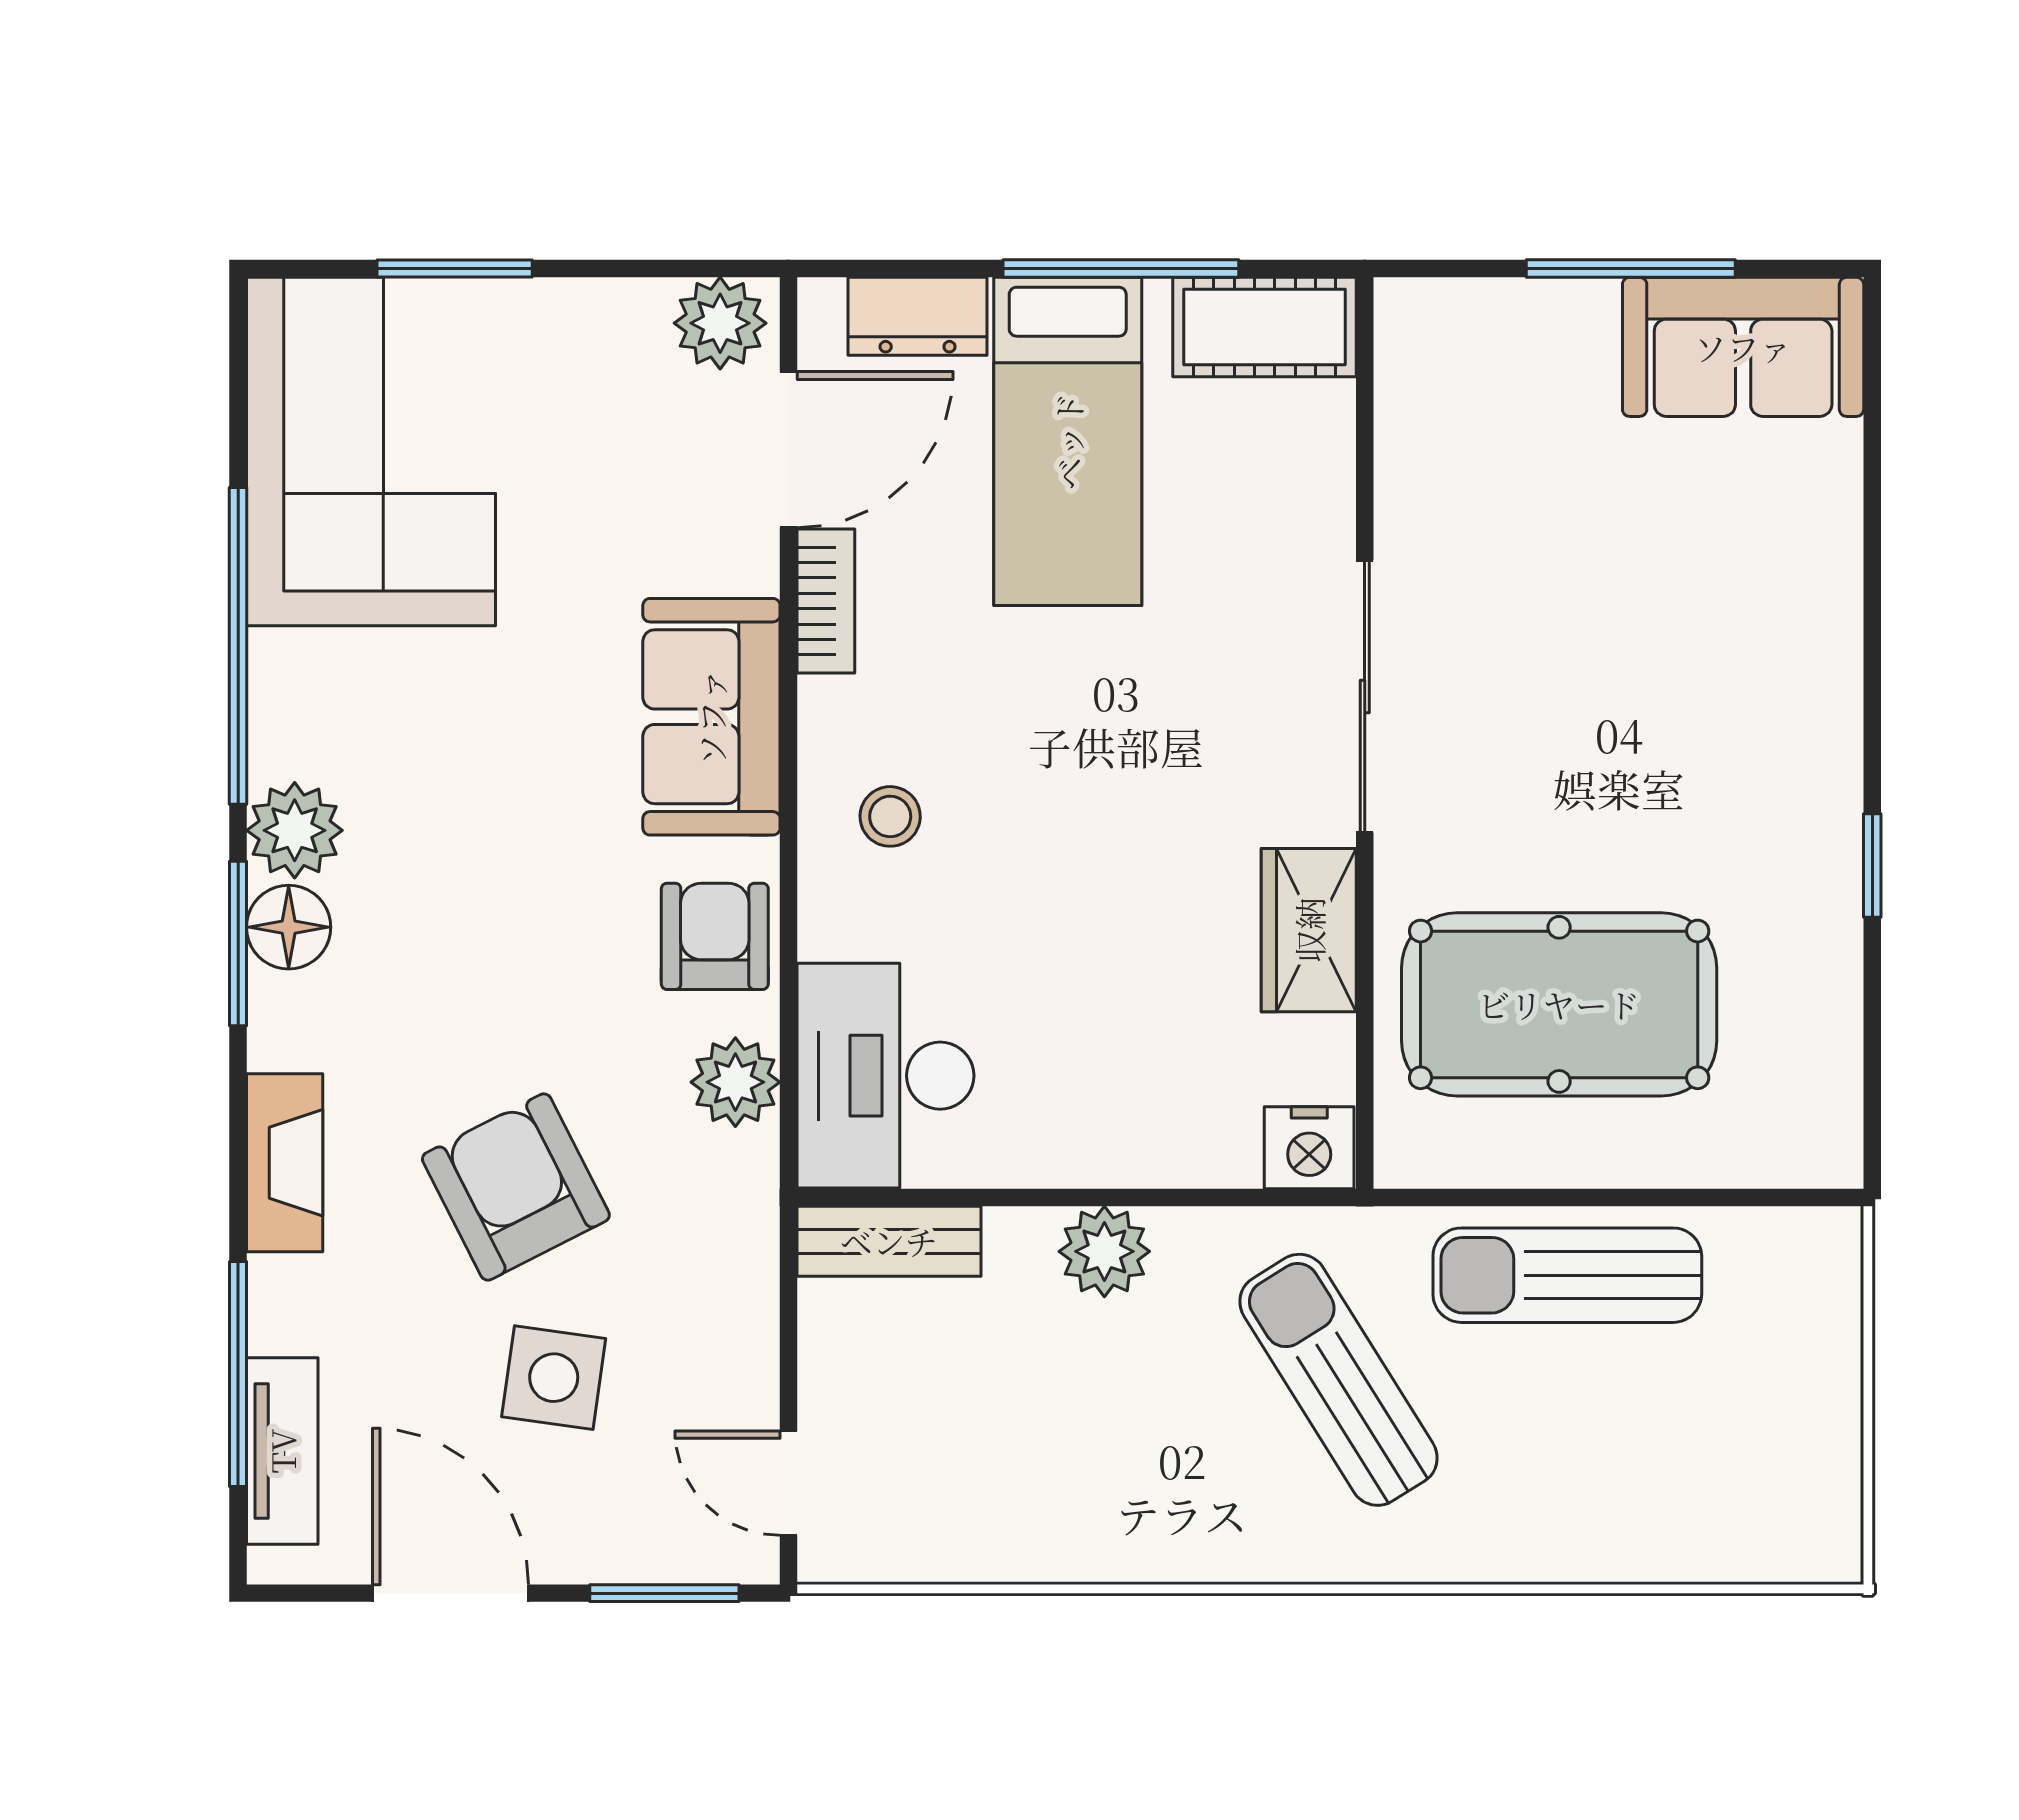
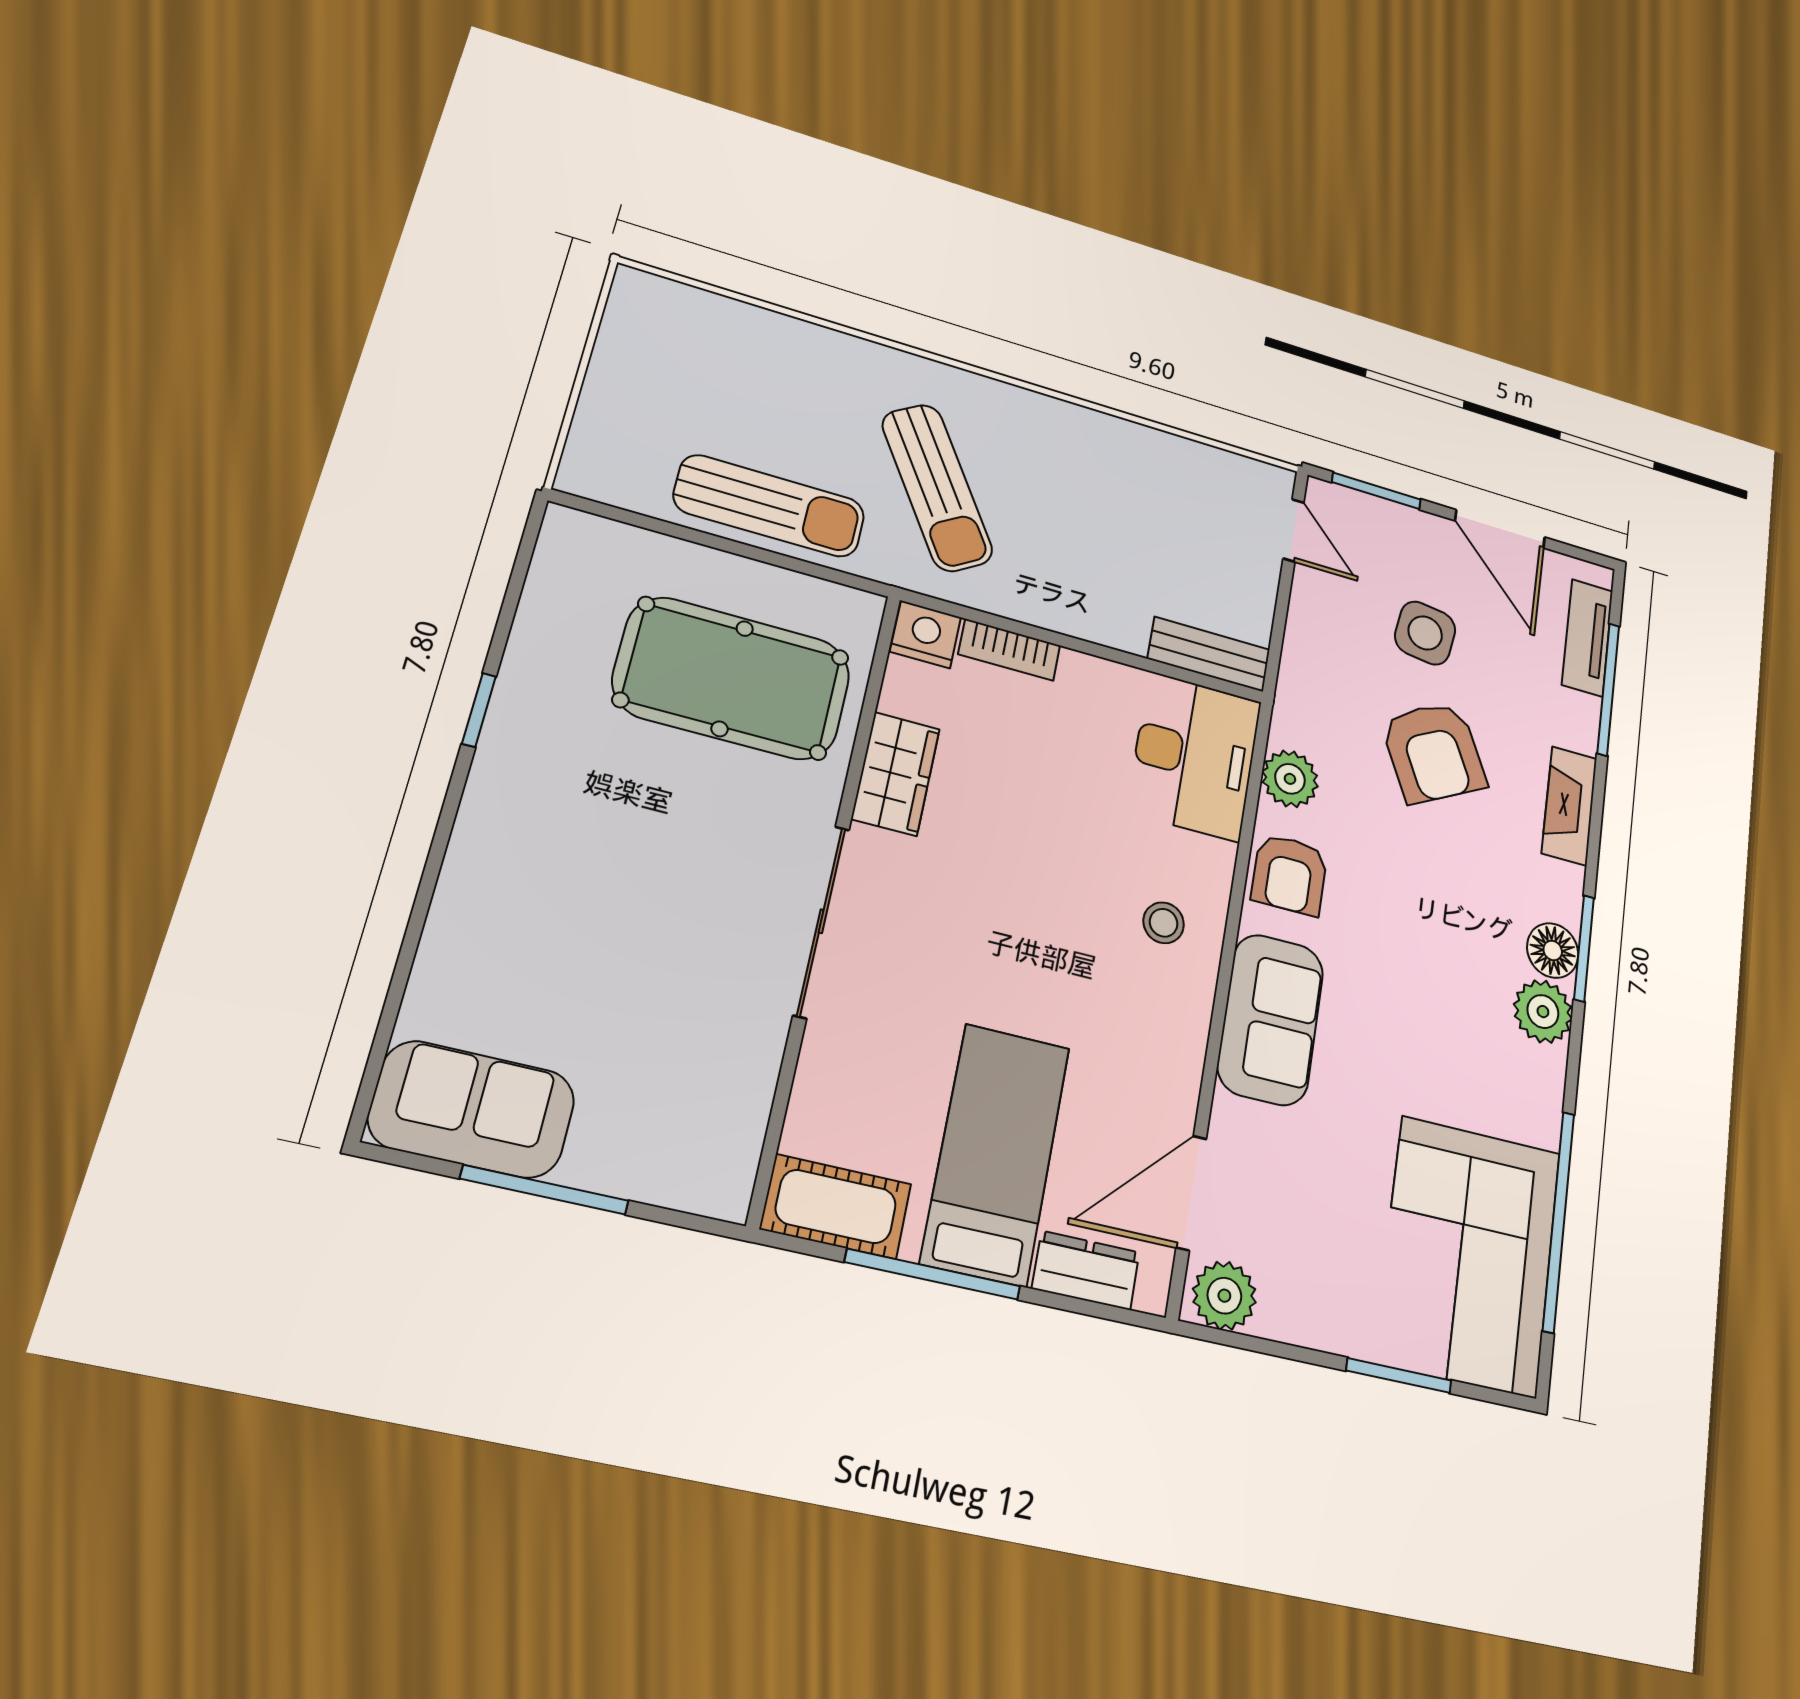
bookcase: (826, 601) -> (1009, 650), moved, turned -90
window: (238, 646) -> (1559, 1221), moved
plant: (1104, 1251) -> (1073, 609), removed

